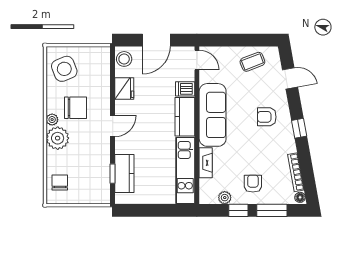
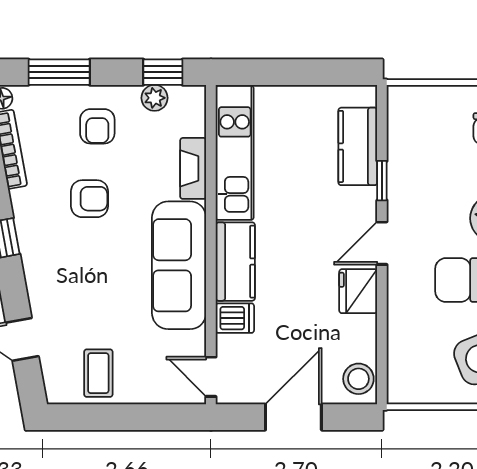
coffee table: (252, 62) -> (98, 373), turned -69
fridge: (124, 89) -> (358, 291), moved
armchair: (267, 117) -> (89, 199), moved
window: (113, 174) -> (382, 181), moved
window: (238, 210) -> (163, 72), moved

